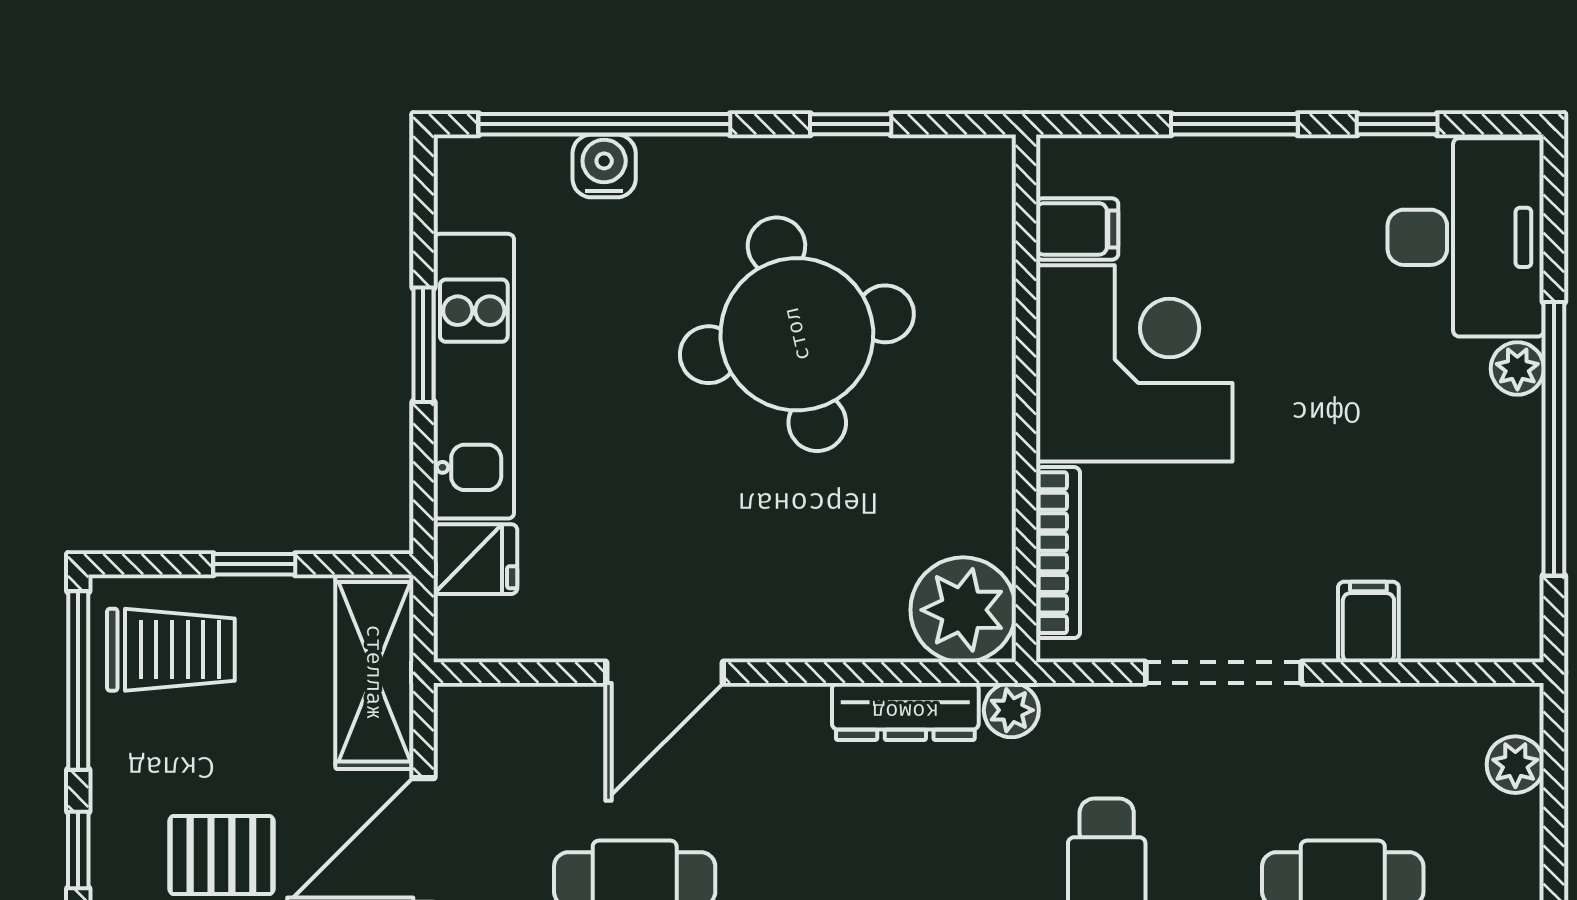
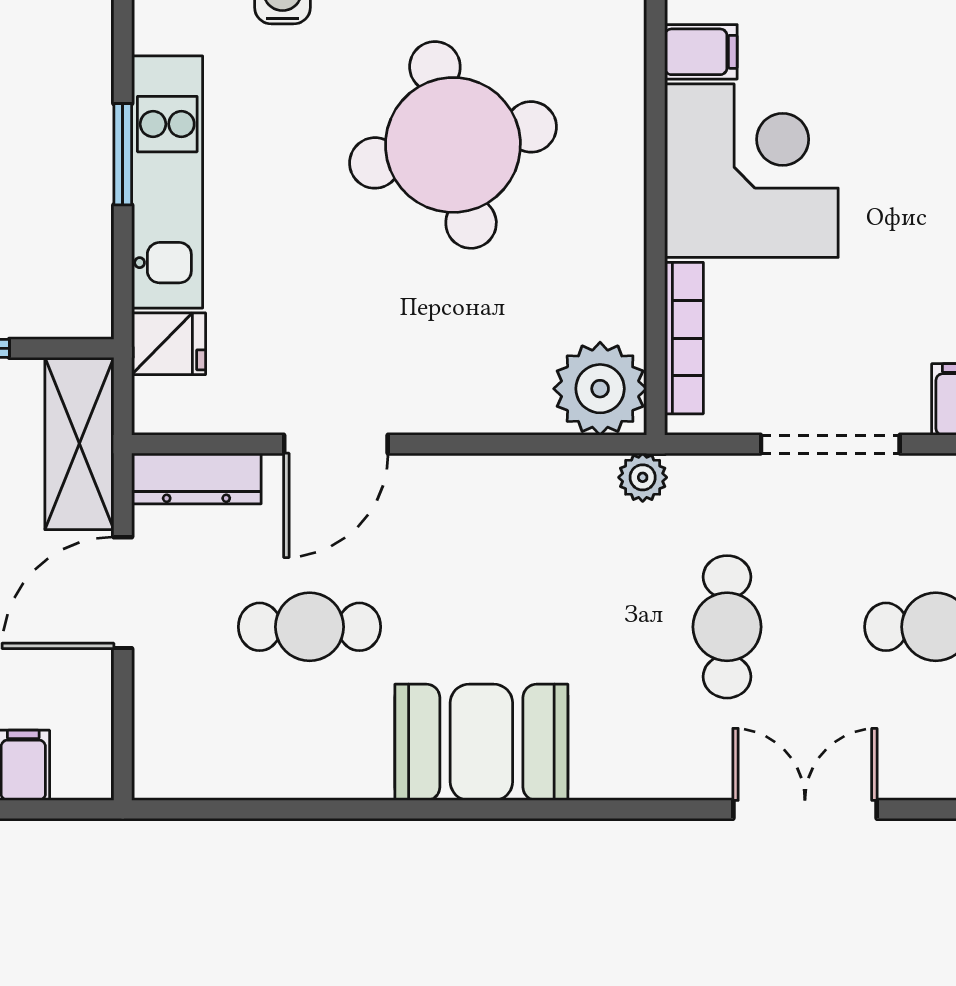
dresser: (905, 711) -> (196, 478), moved

